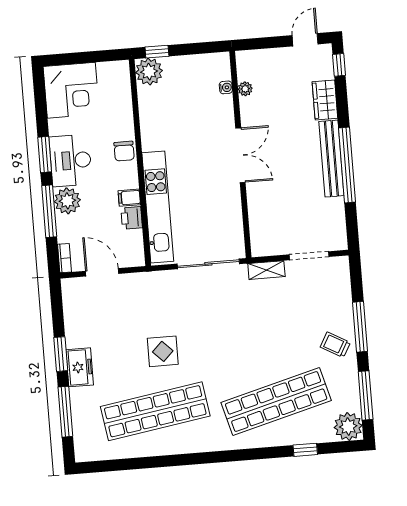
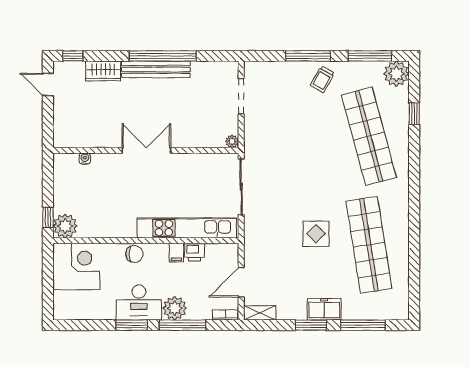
plant: (245, 89) -> (232, 141), moved
corner desk: (71, 90) -> (76, 267), moved
shelving: (266, 270) -> (260, 313), moved, turned 90

